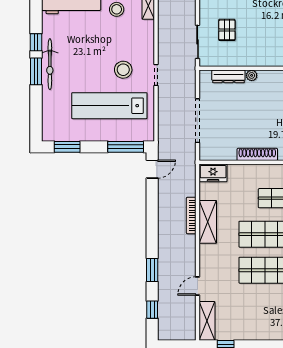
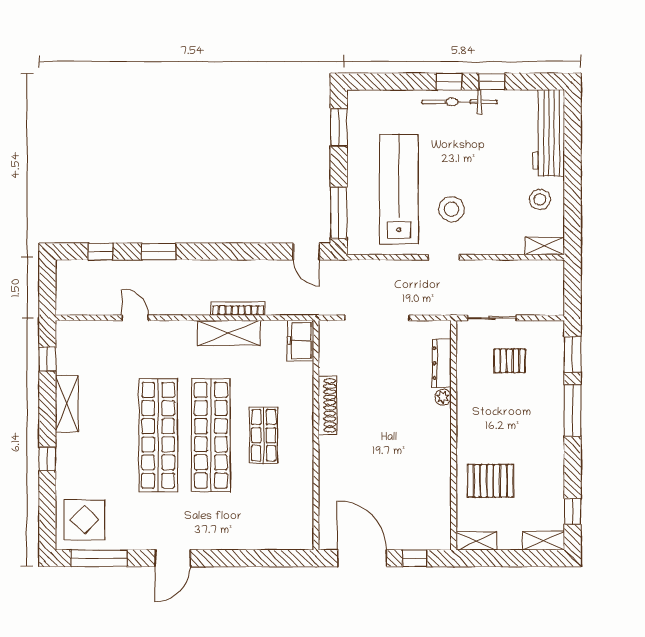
window: (36, 71) -> (449, 82), width x0.67
shelving: (207, 321) -> (67, 404), moved, turned 90

